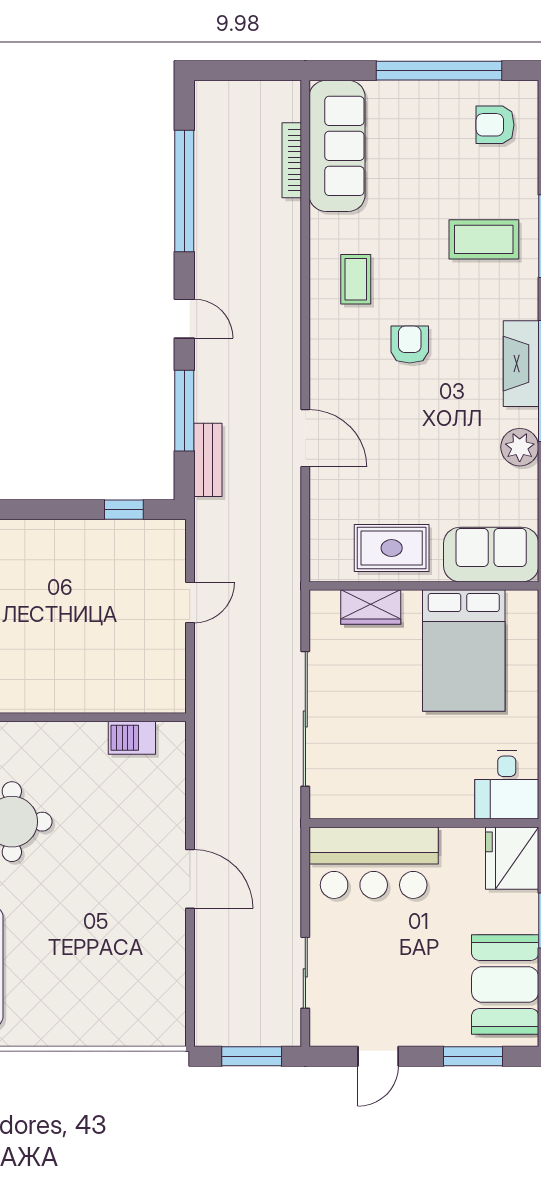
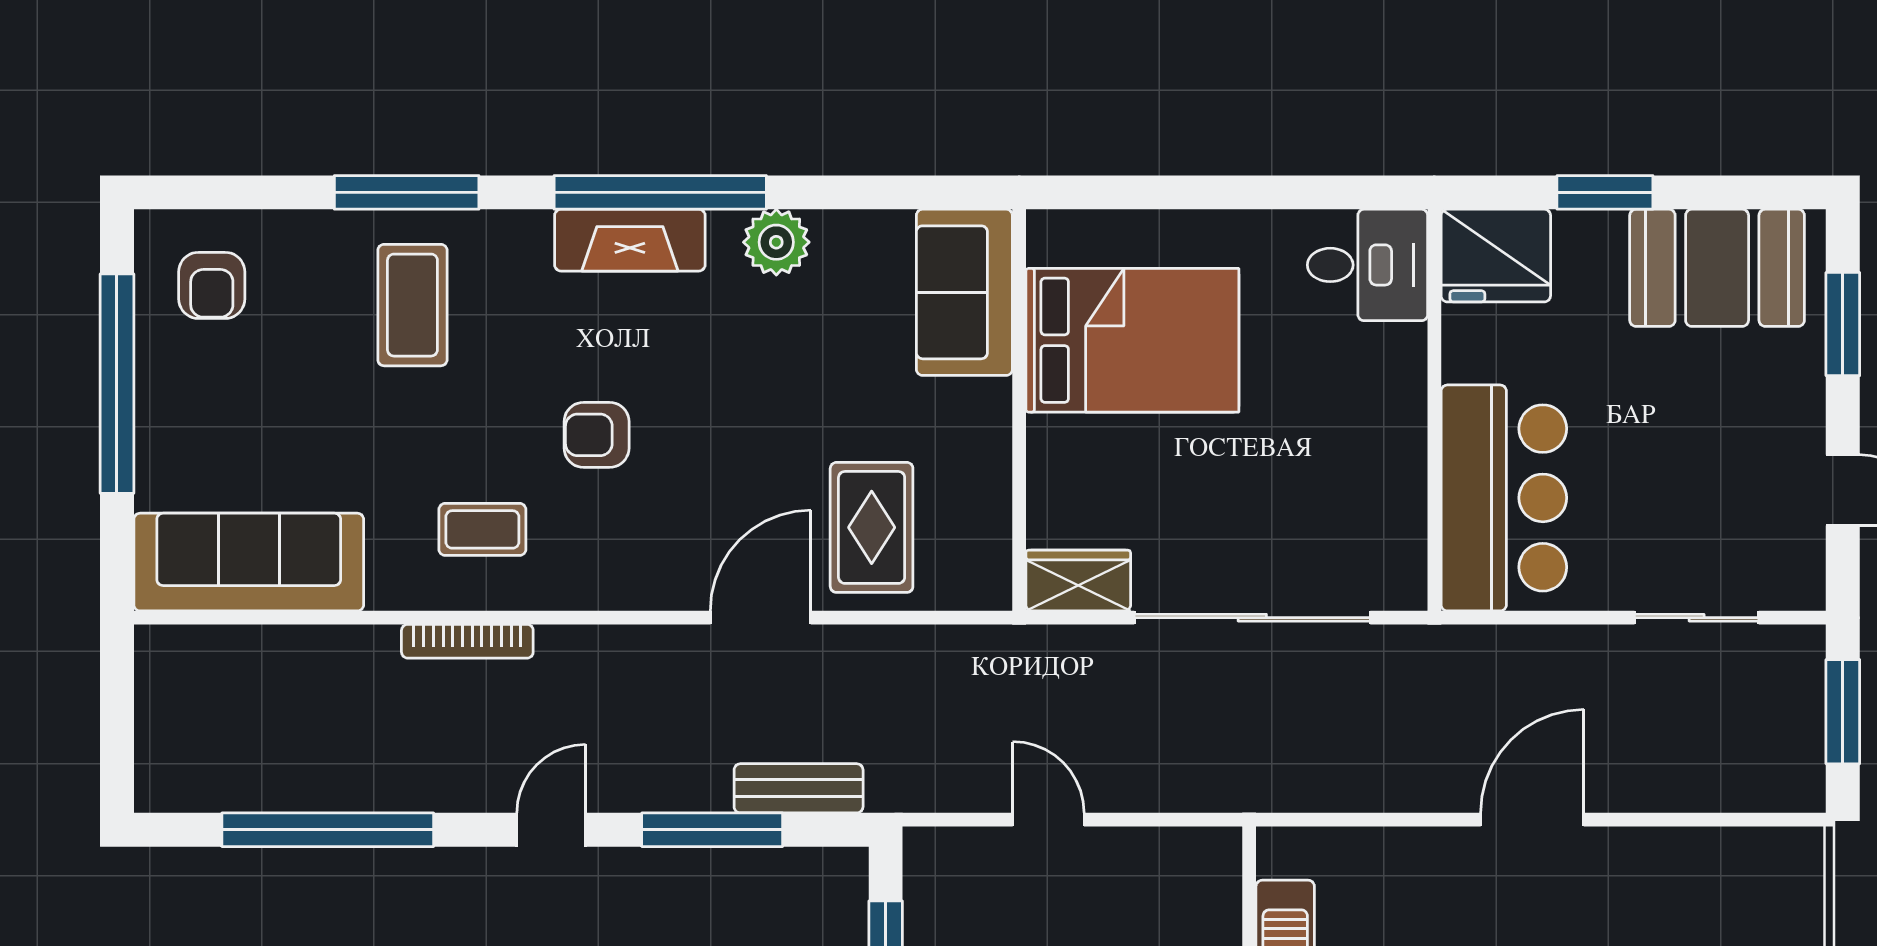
bookcase: (292, 160) -> (467, 641), moved
rug: (392, 548) -> (872, 527), moved
wardrobe: (371, 607) -> (1078, 581), moved, turned -90

